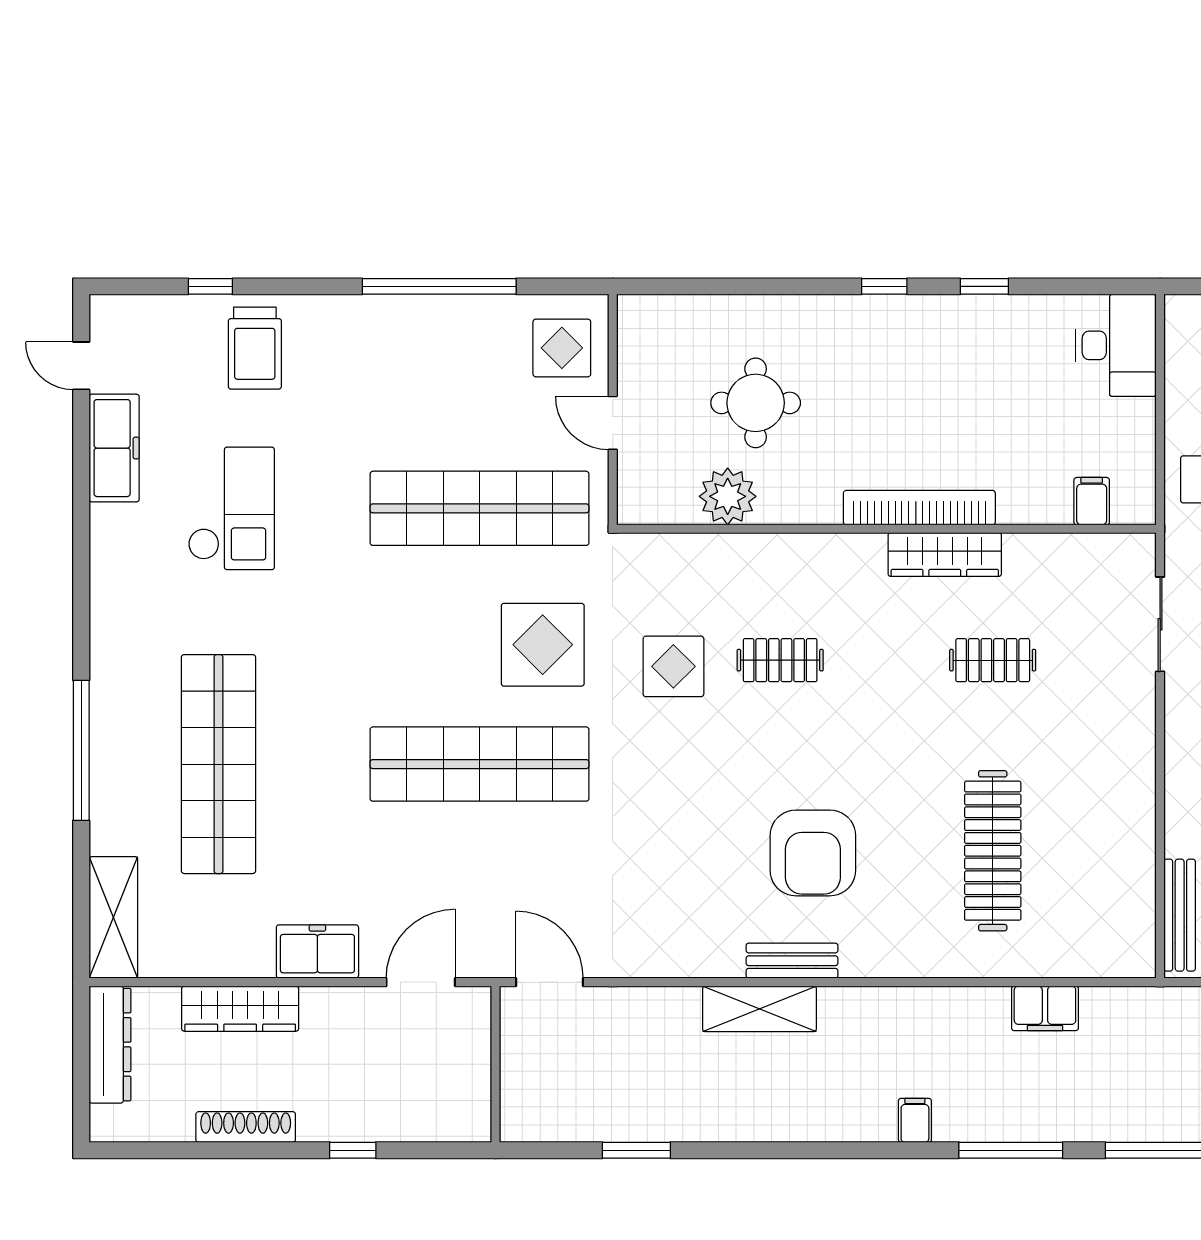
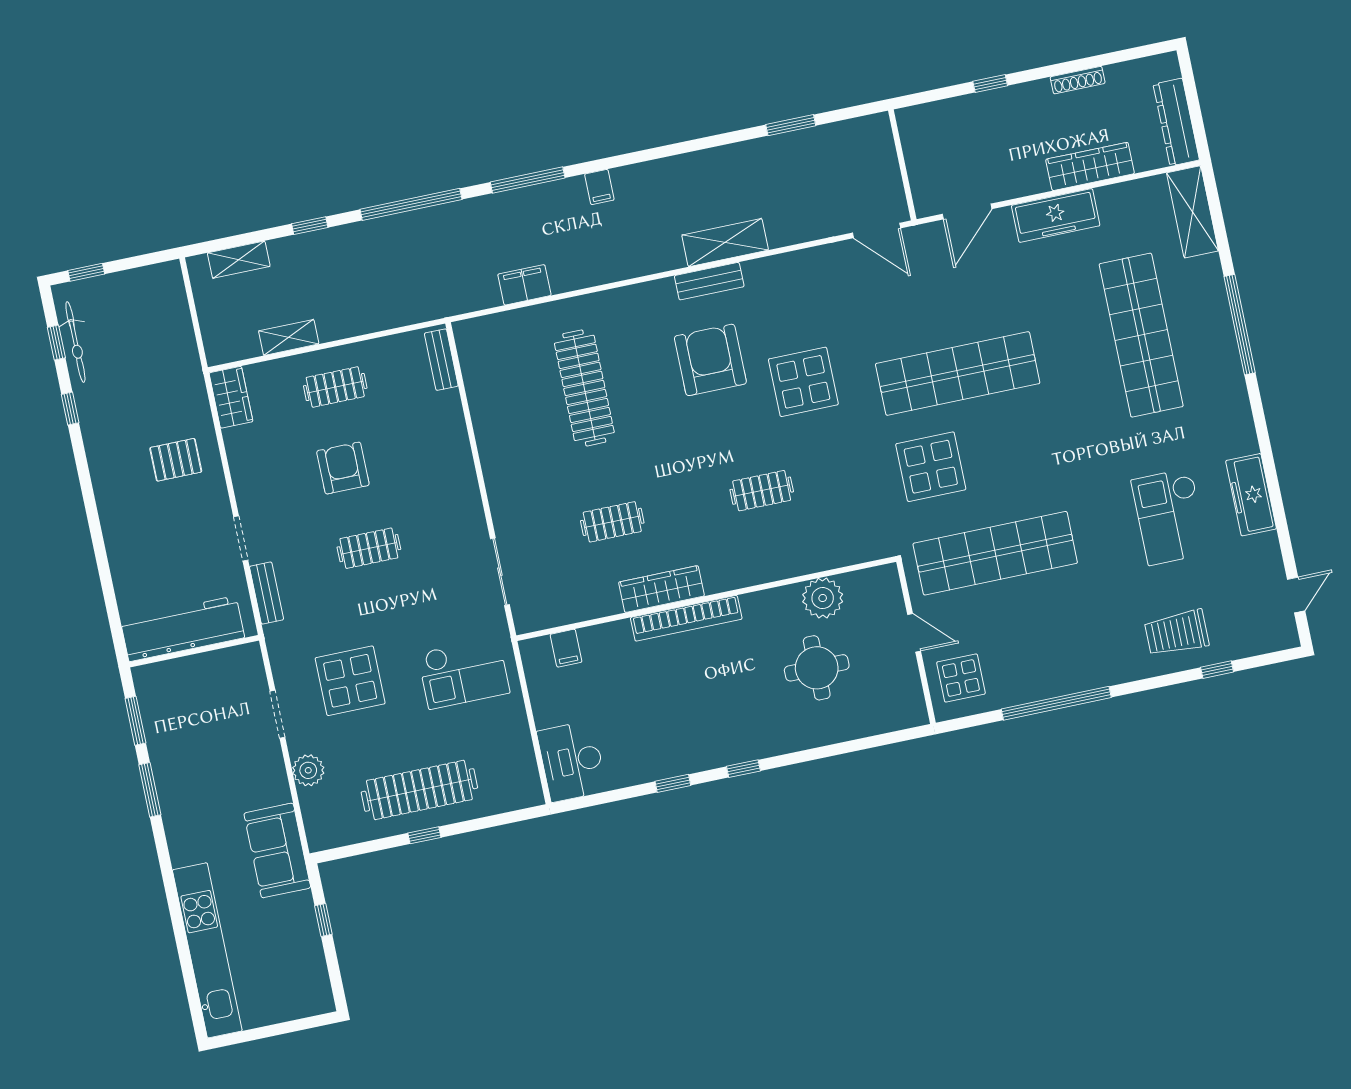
trolley: (255, 348) -> (1177, 633), turned -90
door: (81, 366) -> (1296, 595), hinge flipped
freezer: (114, 448) -> (1251, 495), moved
display table: (673, 666) -> (803, 382), moved, width x1.36, depth x1.36
bench: (1180, 915) -> (441, 360), width x0.73
freezer: (317, 952) -> (1056, 216), width x1.40
shoe rack: (246, 1127) -> (1078, 80), width x0.74, depth x0.81

